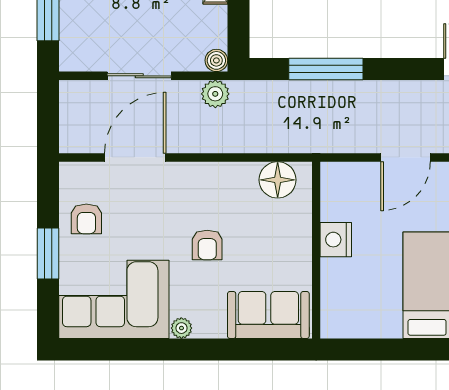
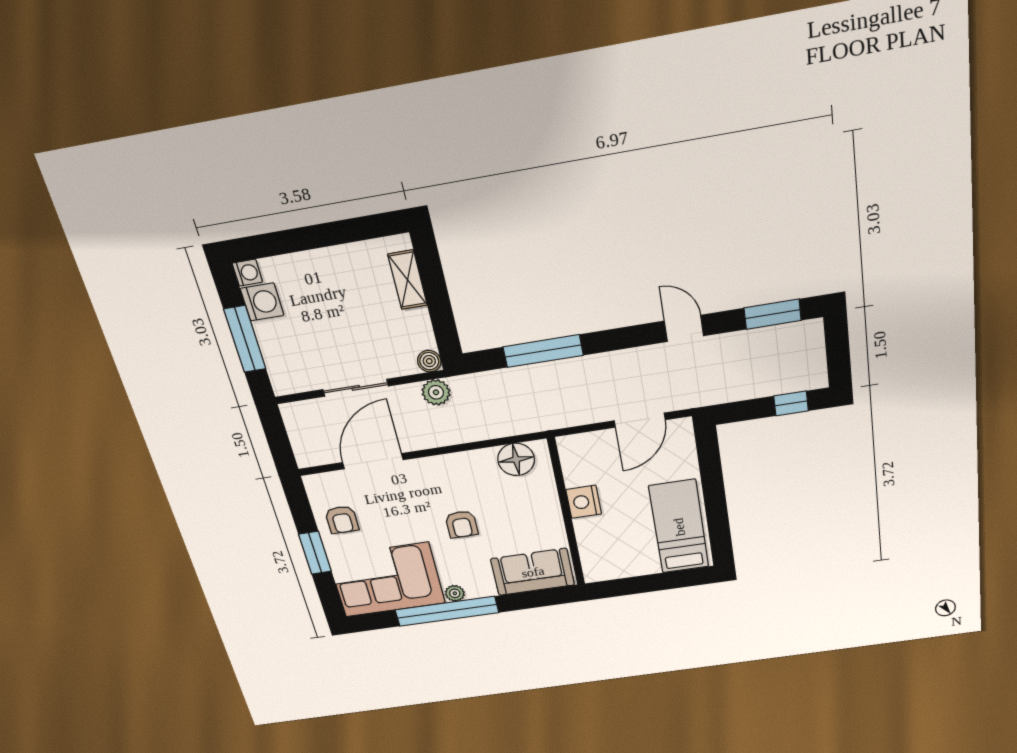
window: (168, 349) -> (447, 611), added

